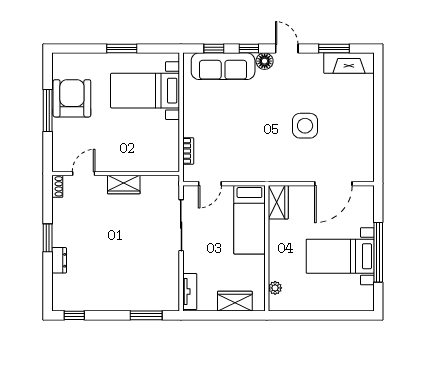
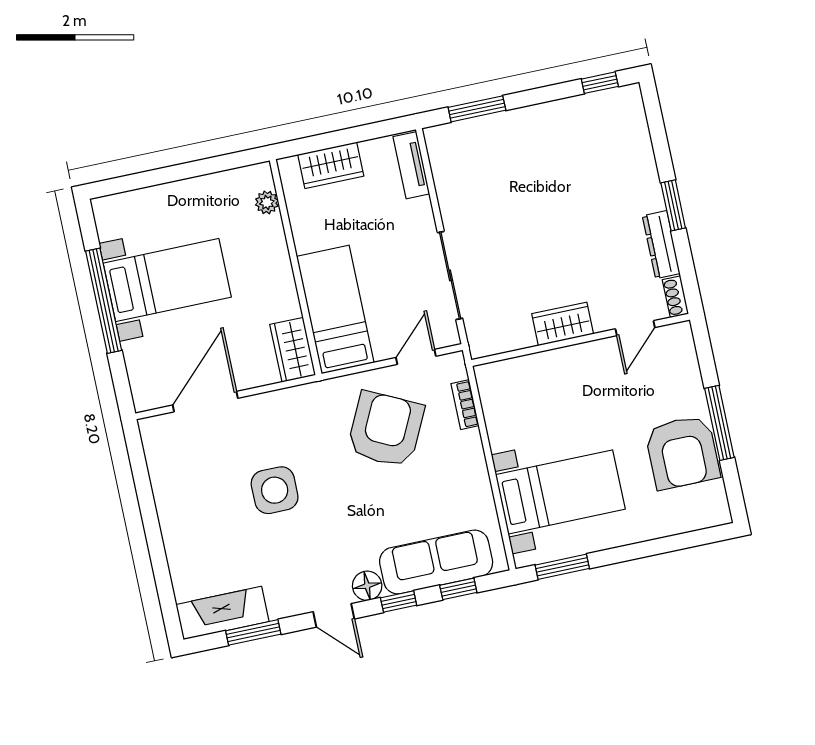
window: (122, 48) -> (562, 567), moved
armchair: (236, 147) -> (386, 429), added
dresser: (59, 260) -> (661, 245), moved, width x1.44

